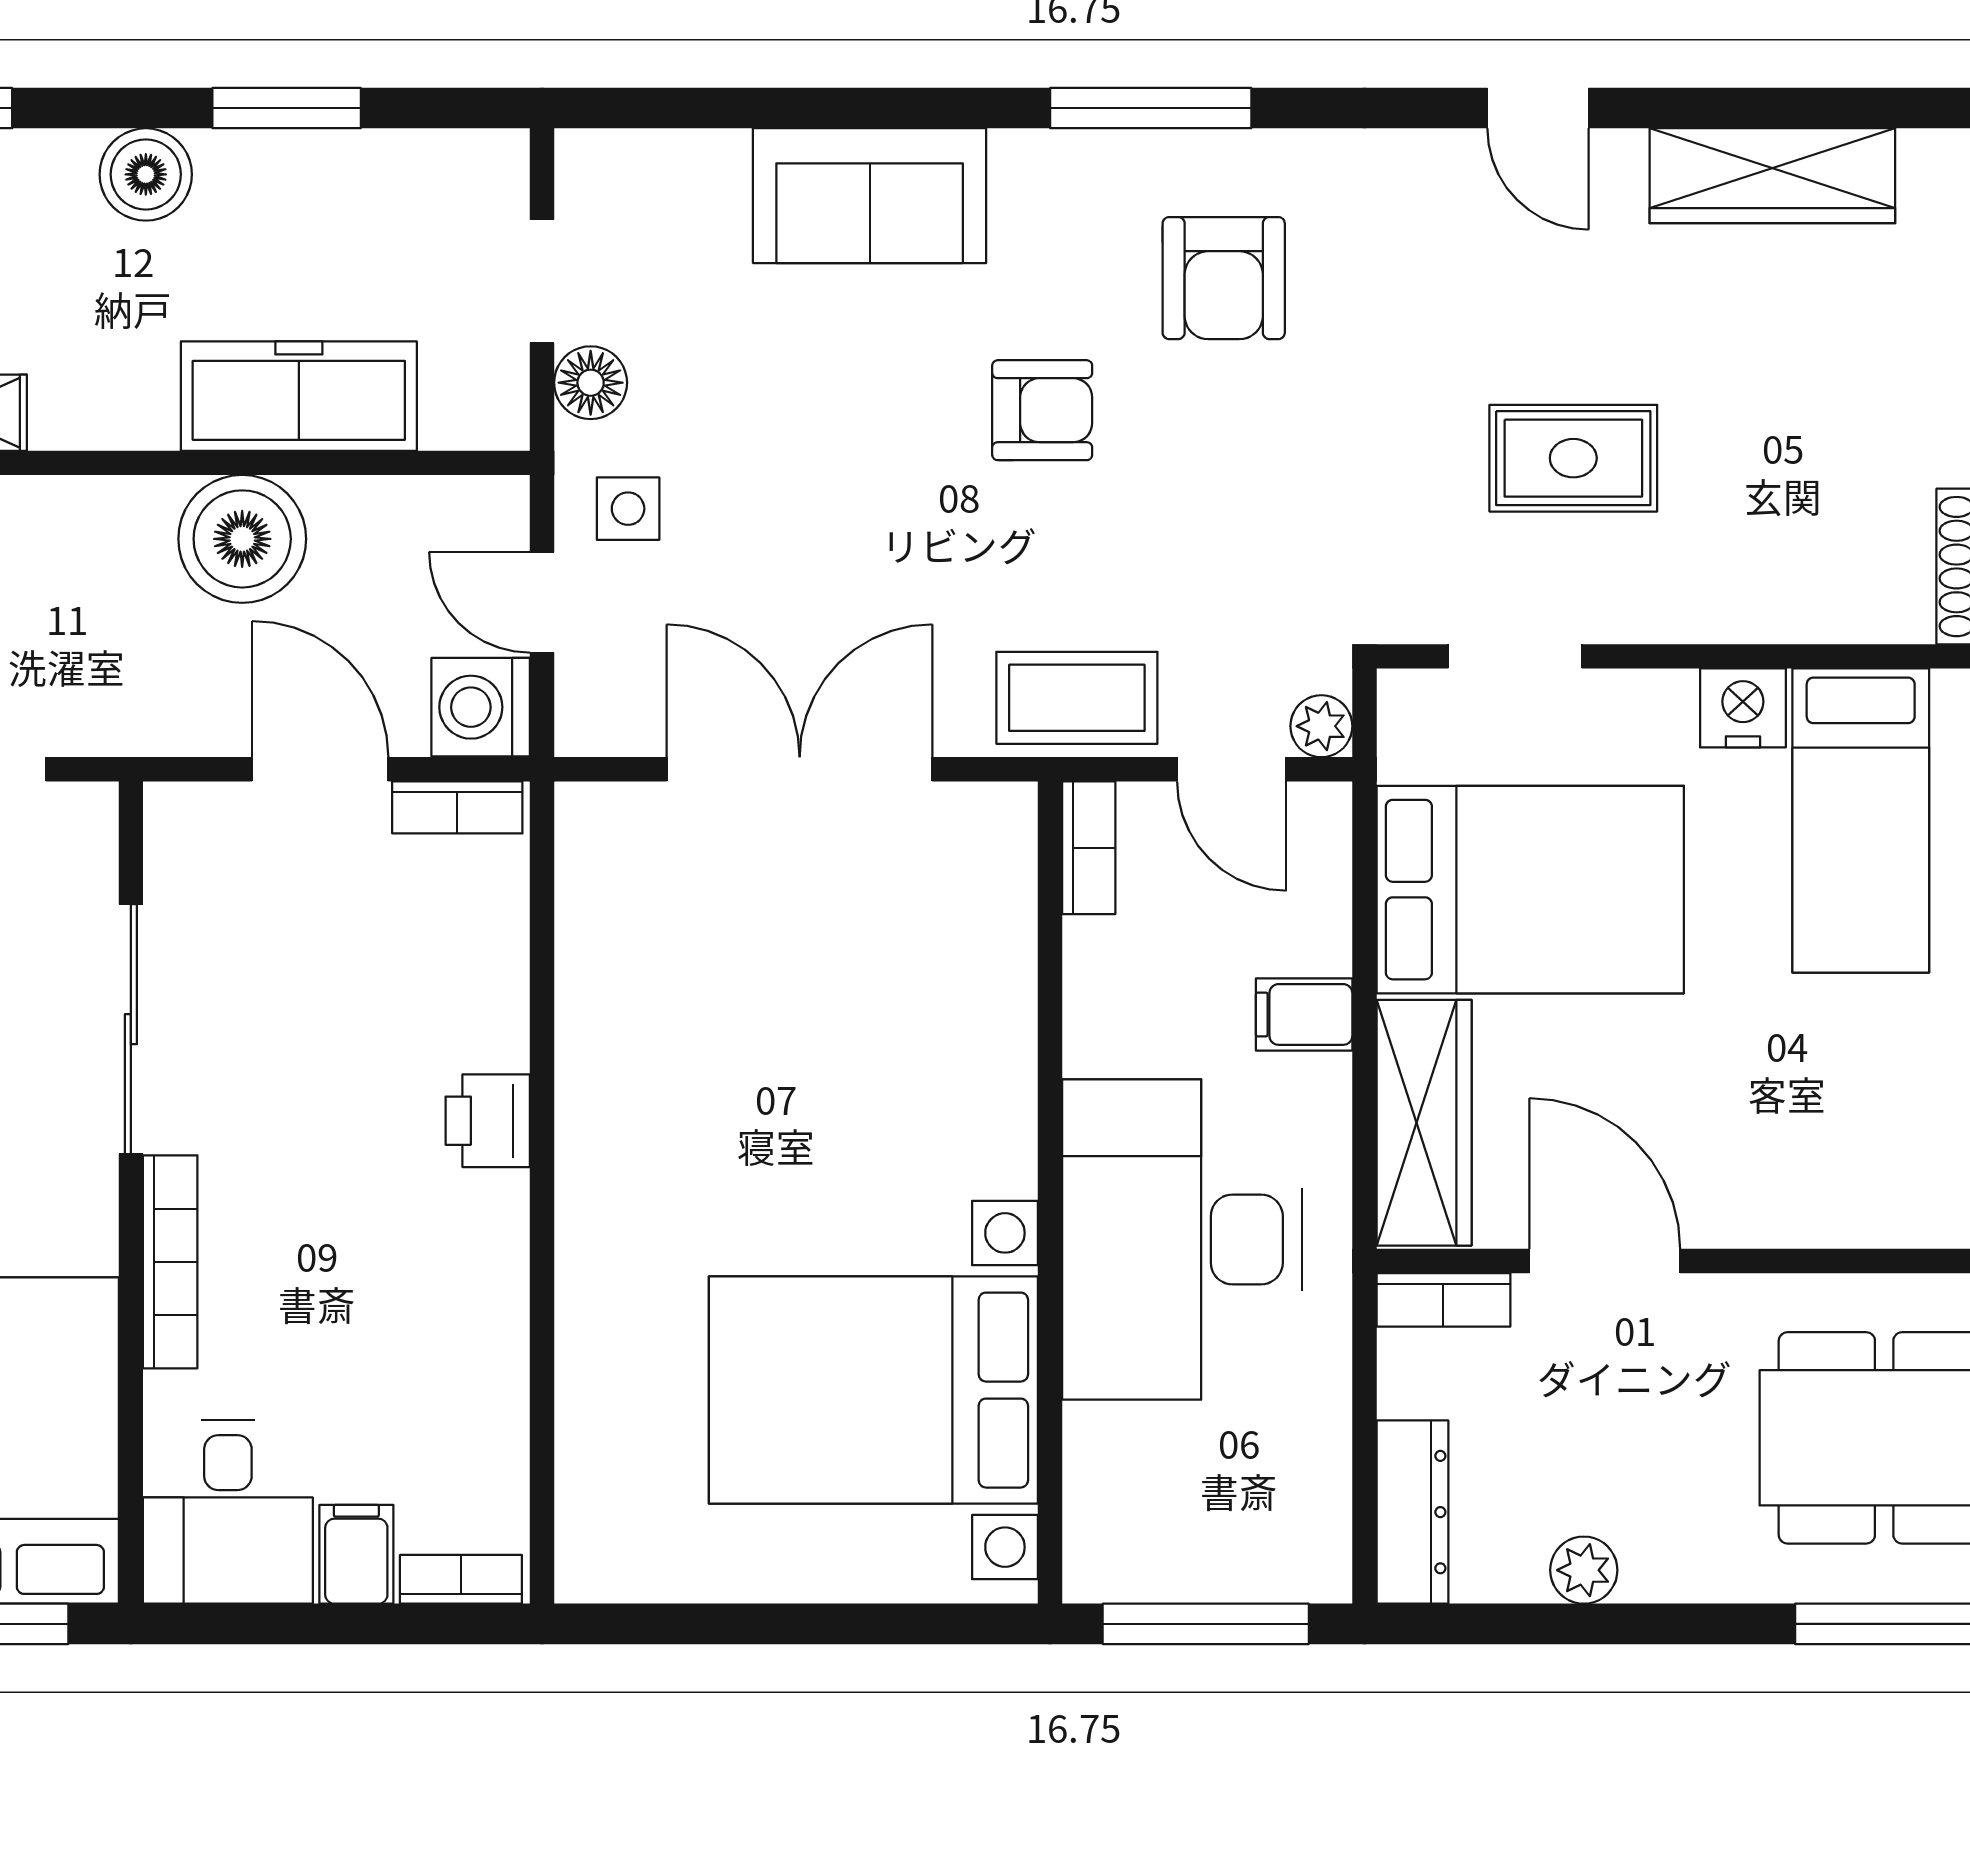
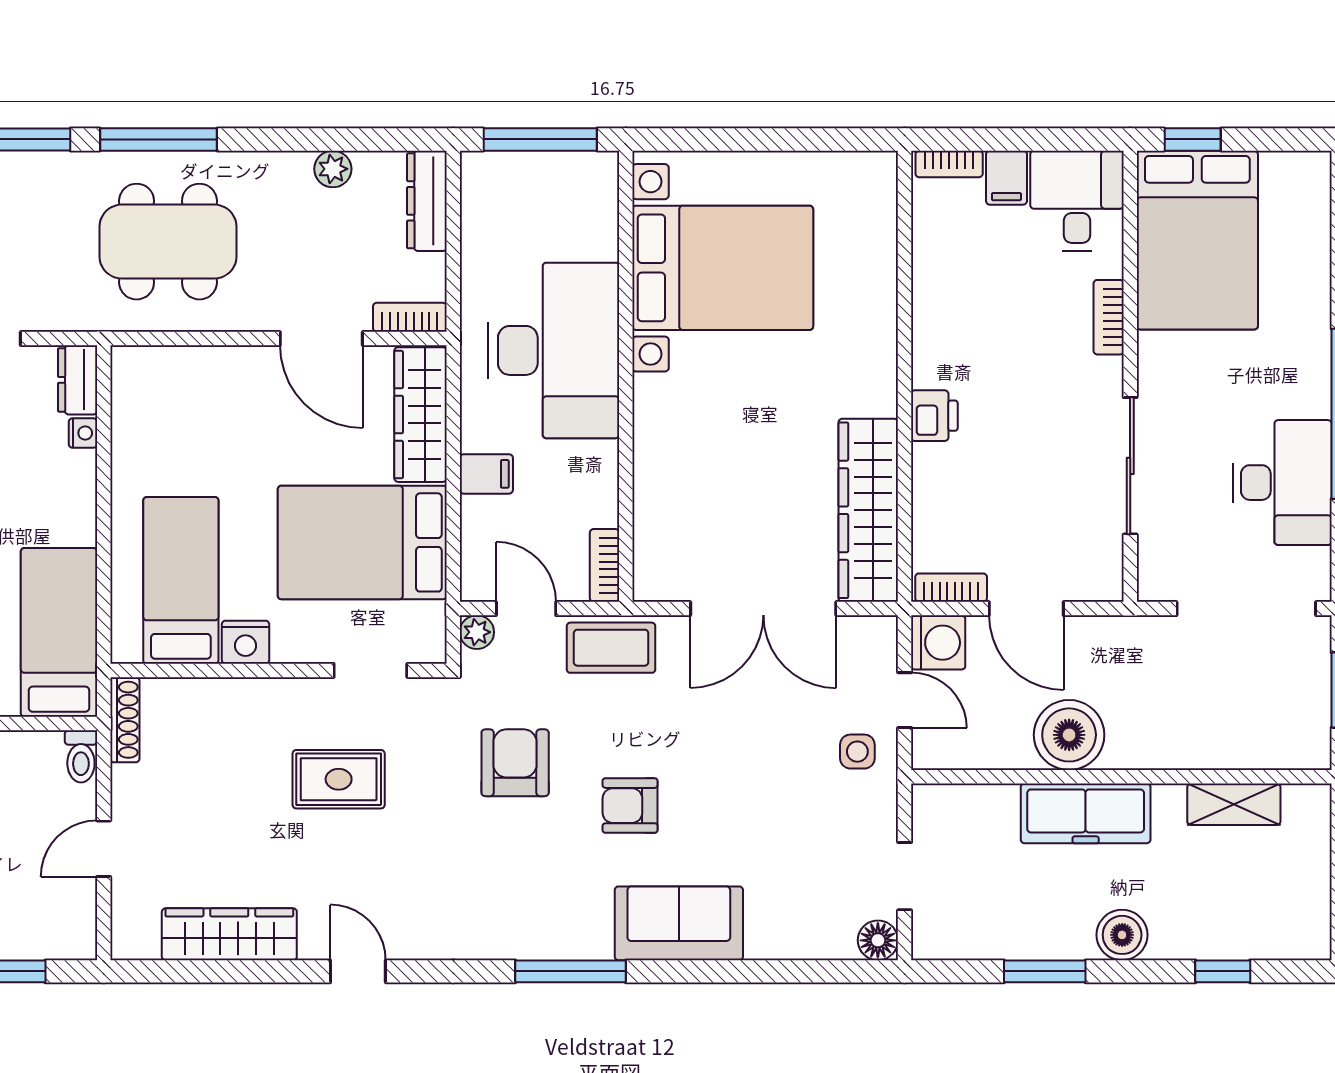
sofa: (870, 196) -> (679, 923), moved
armchair: (1224, 278) -> (515, 763), moved
floor lamp: (591, 383) -> (878, 940), moved
freezer: (299, 396) -> (1086, 813), moved
wardrobe: (608, 948) -> (868, 510), added
bookcase: (170, 1262) -> (1109, 317), width x0.64

